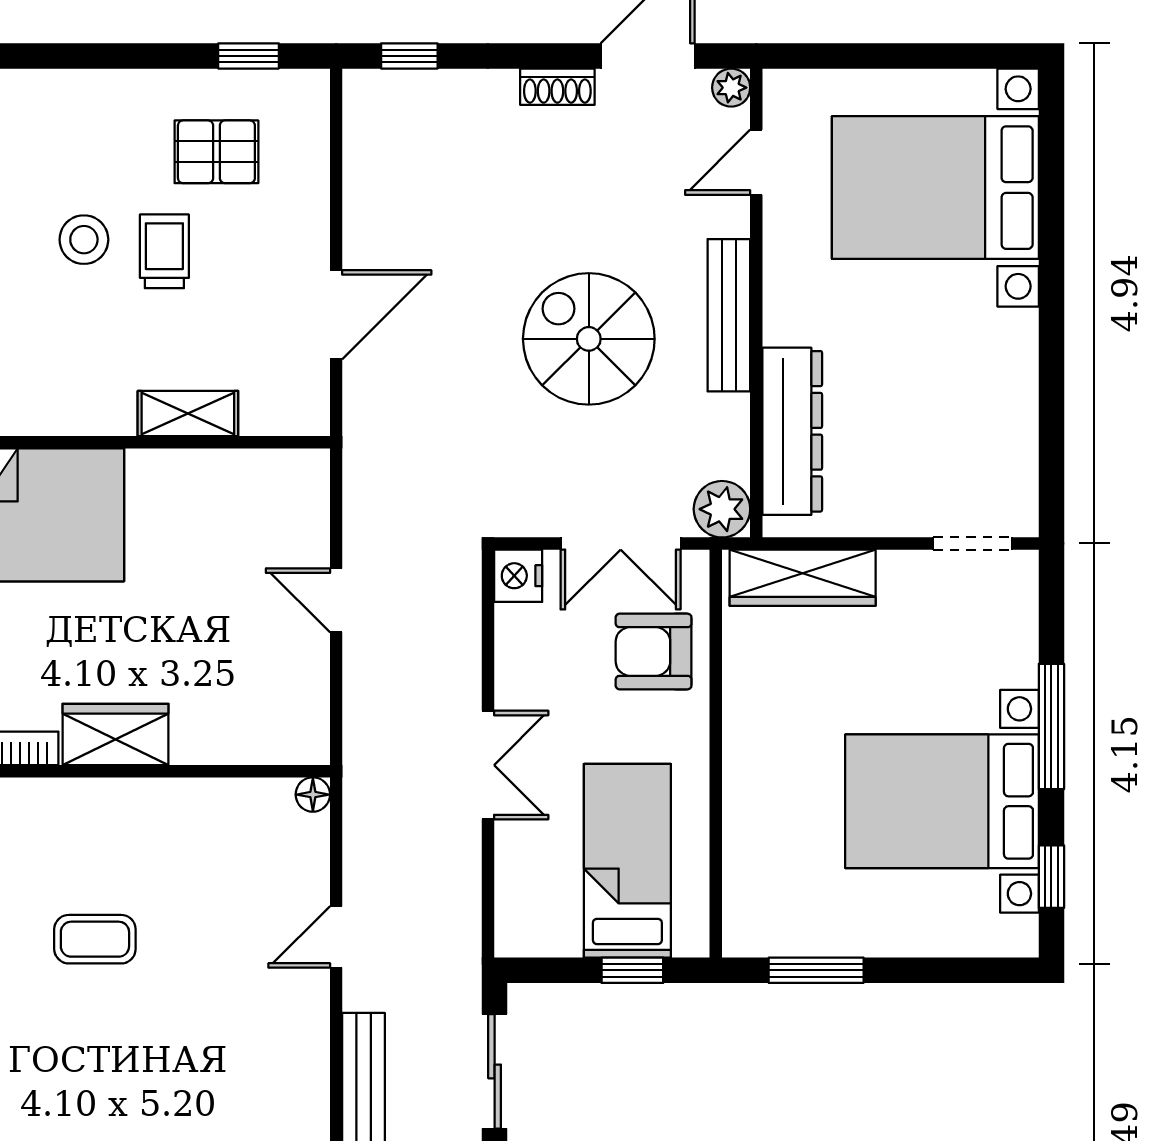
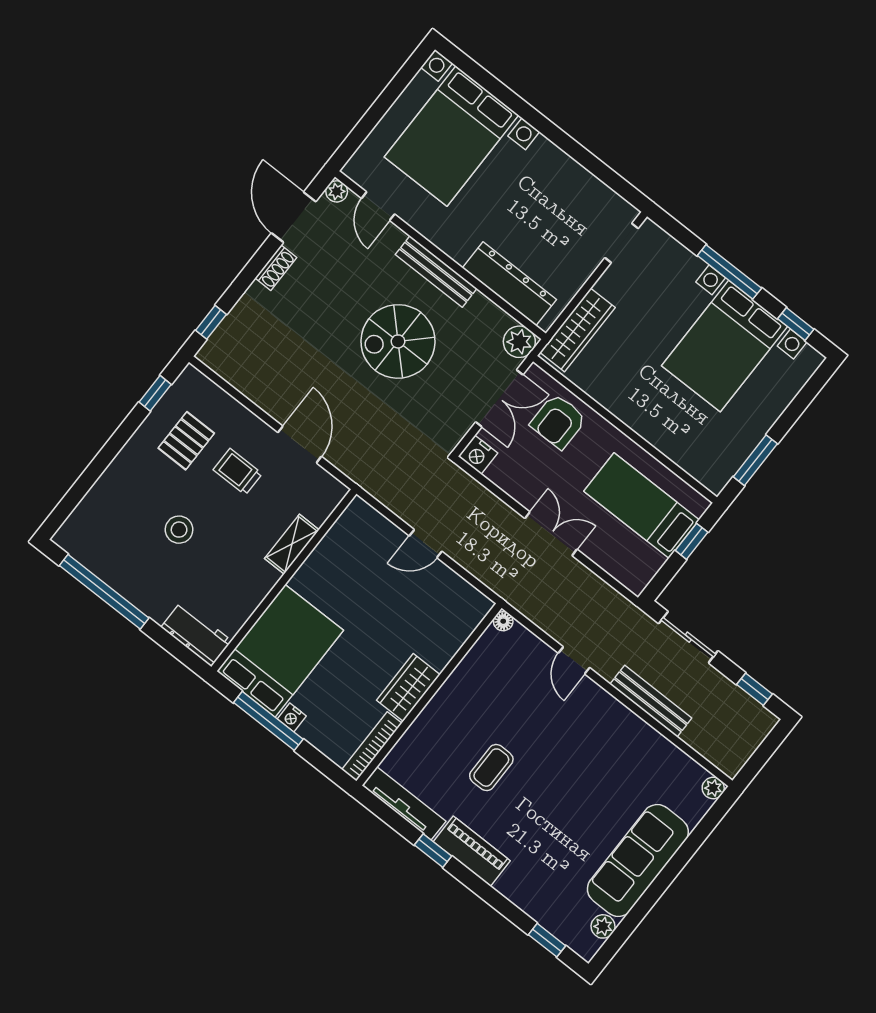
trolley: (164, 251) -> (238, 472), moved

